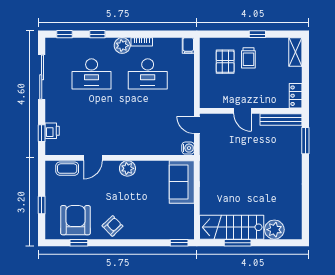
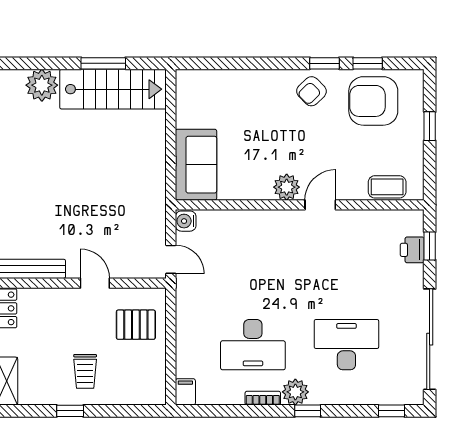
window: (97, 34) -> (308, 411), moved
trolley: (248, 58) -> (85, 371), turned 180
pallet: (225, 62) -> (136, 325), moved, turned 90
desk: (148, 74) -> (253, 345), turned 180
sliding door: (42, 77) -> (430, 339), width x1.36
door: (93, 158) -> (320, 205), moved
armchair: (75, 220) -> (373, 101), turned 90
window: (179, 243) -> (325, 63), moved

